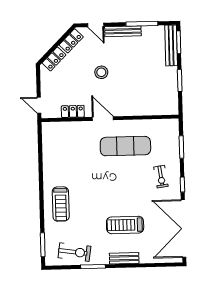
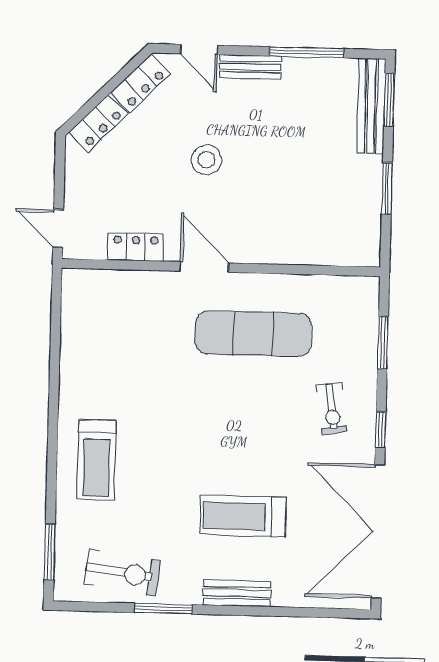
bench: (123, 31) -> (250, 67), width x0.73

